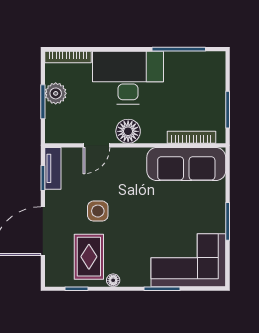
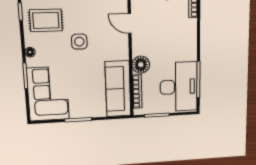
desk: (128, 78) -> (179, 87), moved
floor lamp: (128, 131) -> (141, 65), moved
side table: (98, 211) -> (79, 42), moved
floor lamp: (113, 280) -> (30, 52), moved

